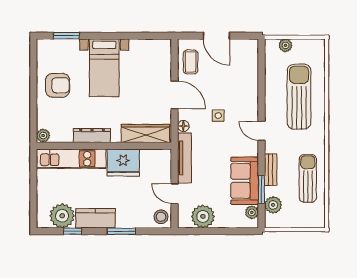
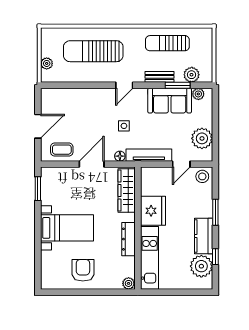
window: (66, 36) -> (38, 189), moved
side table: (218, 116) -> (124, 126), moved

